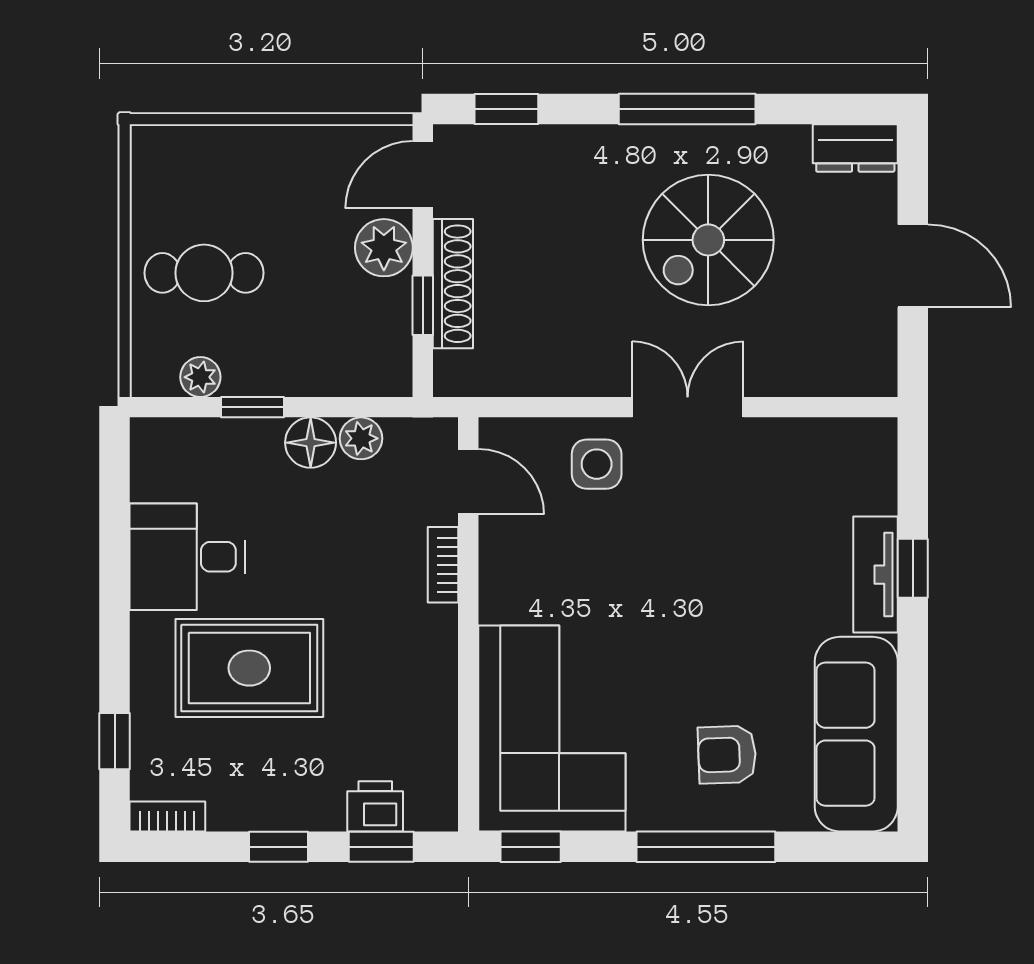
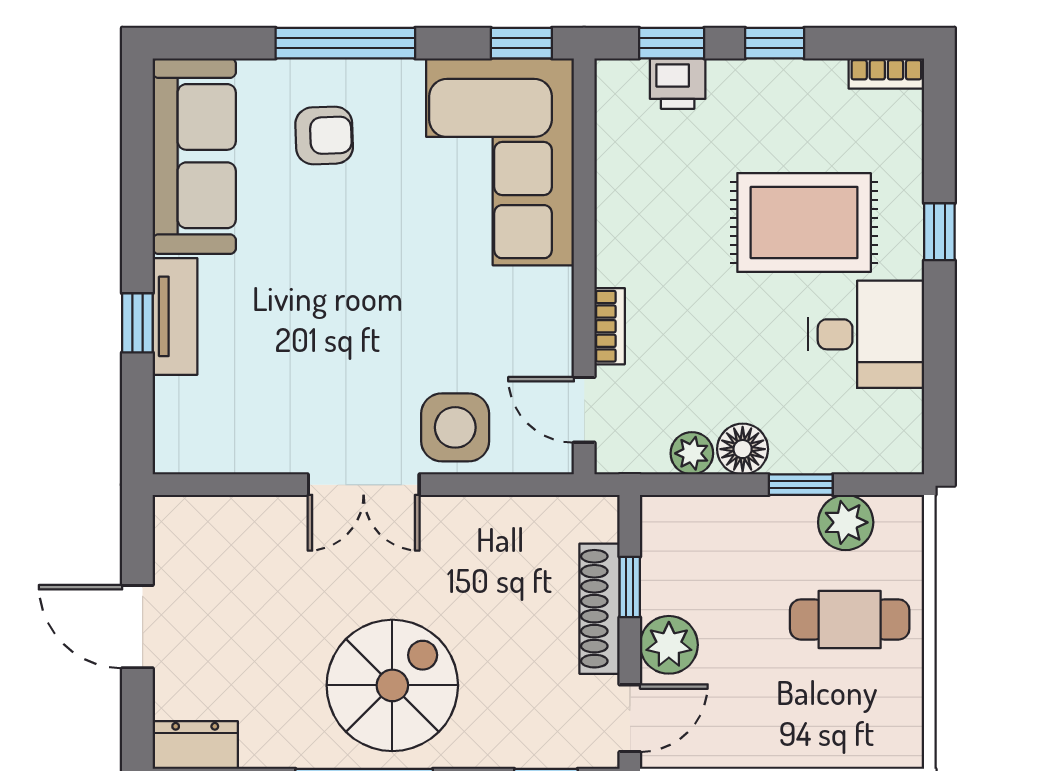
spiral stairs: (708, 240) -> (392, 685), moved
plant: (200, 377) -> (846, 522), width x1.38, depth x1.38
side table: (597, 464) -> (455, 427), width x1.37, depth x1.37
window: (115, 741) -> (939, 232), moved

